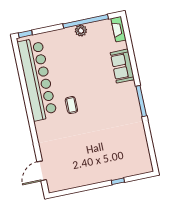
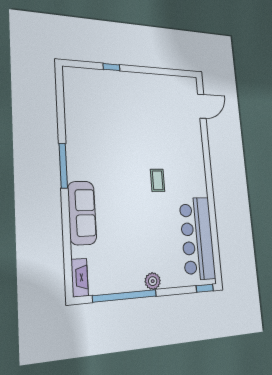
plant: (81, 31) -> (153, 281), moved
sofa: (122, 66) -> (82, 213), width x1.36
bar counter: (37, 79) -> (197, 238), width x0.73

